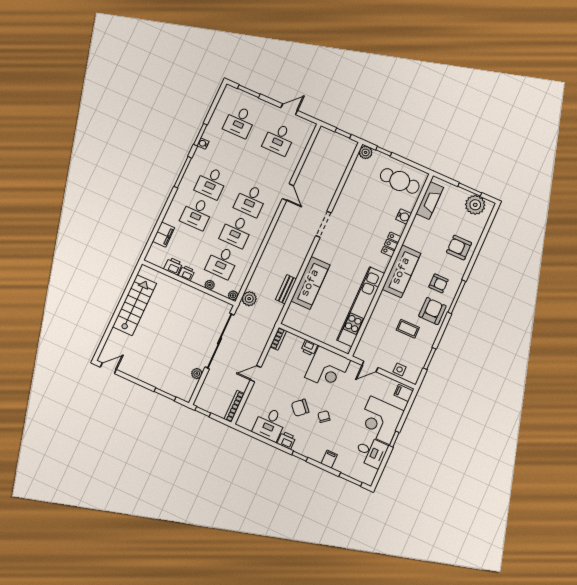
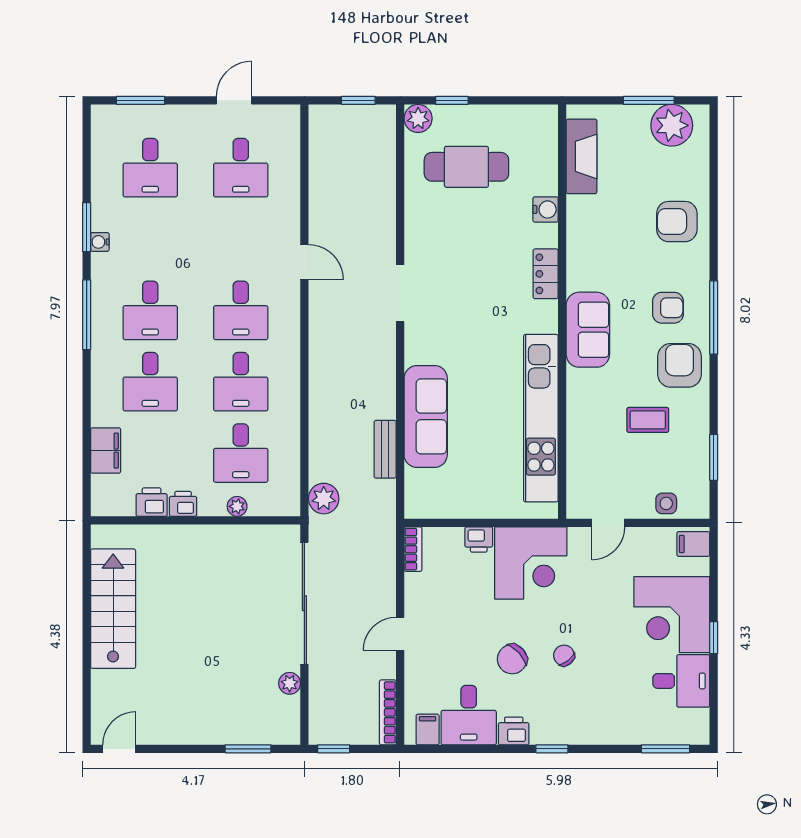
cafe table: (400, 181) -> (466, 167), moved
sofa: (401, 271) -> (588, 330), width x0.73
plant: (233, 295) -> (290, 506), removed
filing cabinet: (329, 459) -> (428, 729), moved

